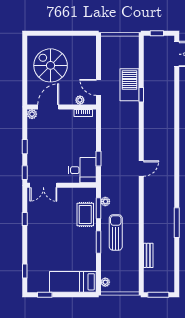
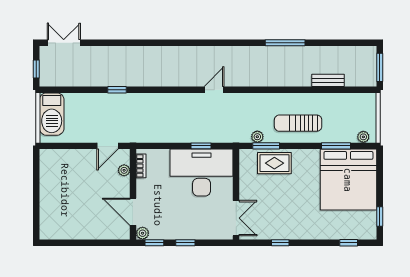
spiral stairs: (51, 65) -> (79, 209), removed
barbecue: (130, 85) -> (52, 114), moved, turned -90
door: (141, 168) -> (214, 90), hinge flipped
desk: (82, 170) -> (202, 173), width x1.87, depth x1.30
window: (25, 173) -> (154, 243), moved
window: (98, 242) -> (336, 146), moved
bed: (73, 282) -> (348, 180), width x2.04

